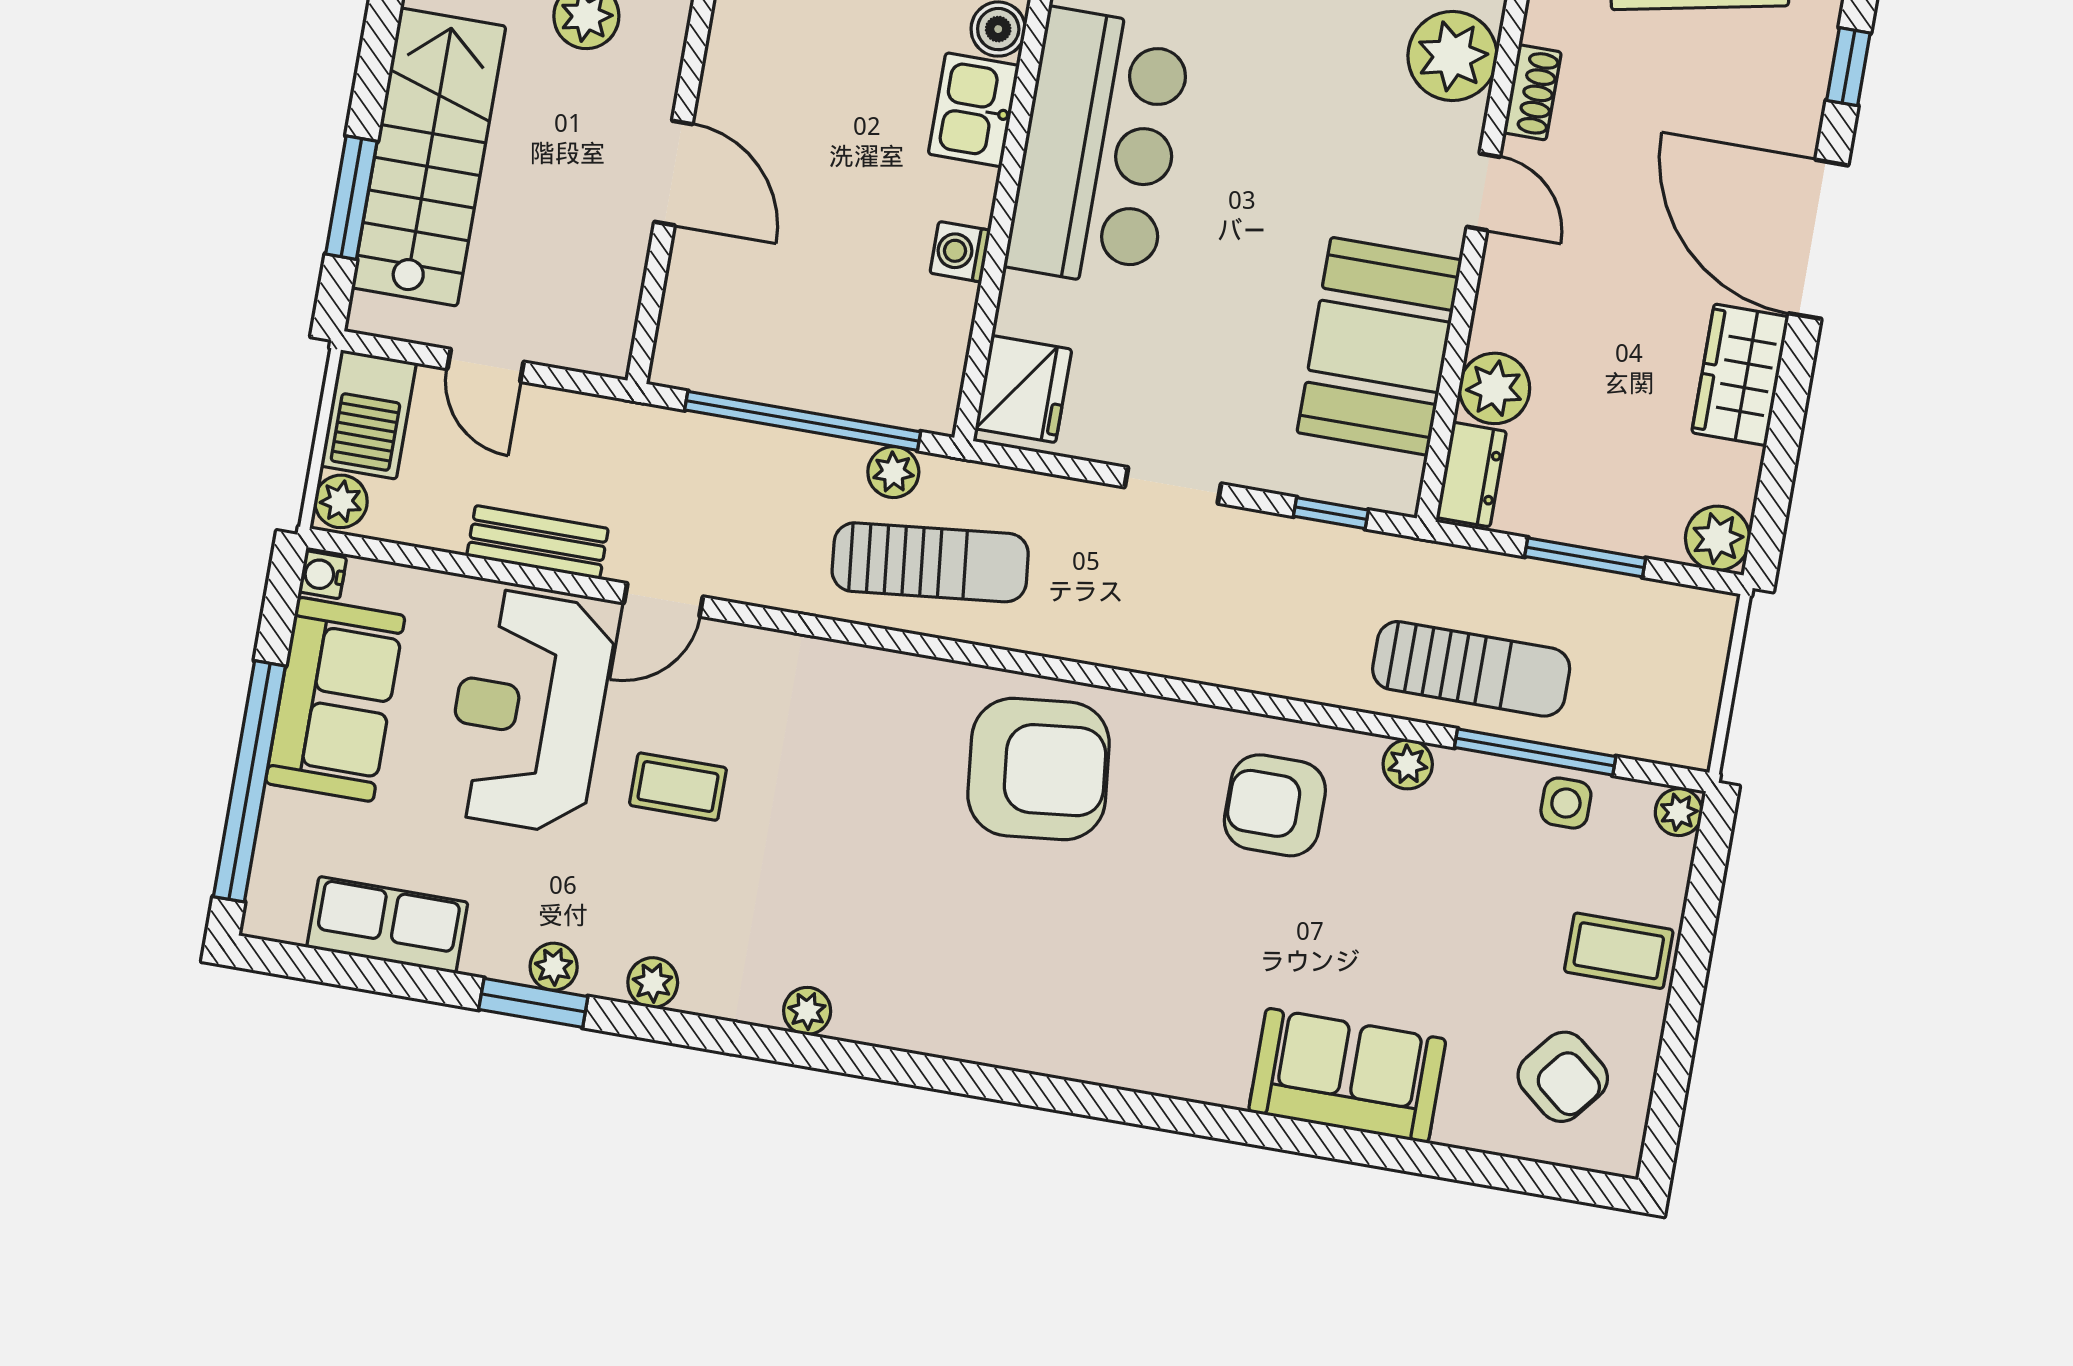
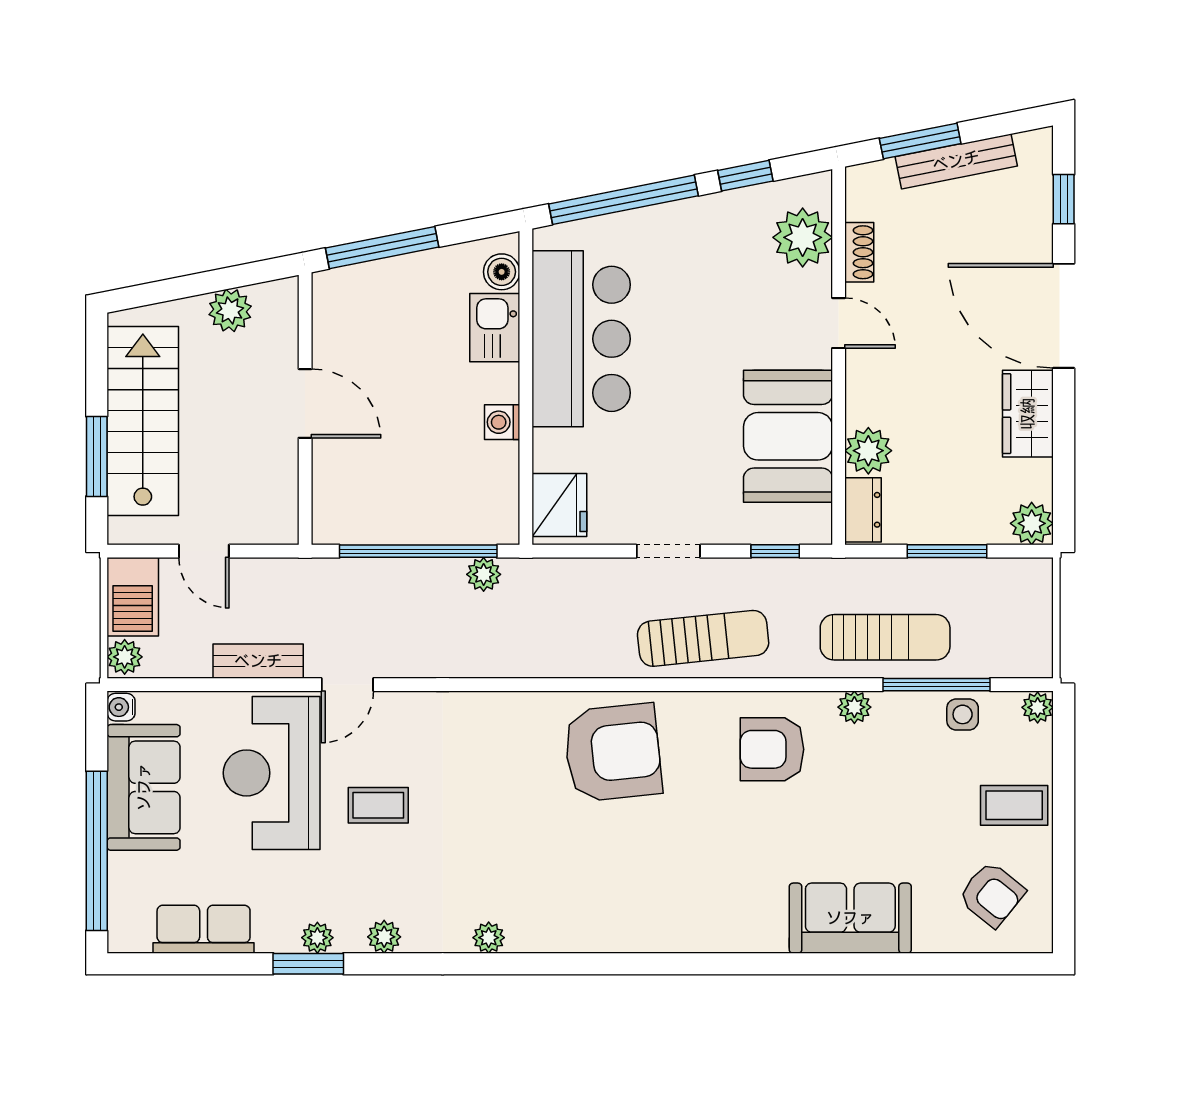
sun lounger: (930, 562) -> (703, 638), moved

